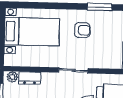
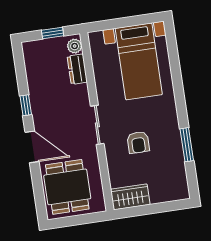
armchair: (82, 30) -> (138, 142), moved

